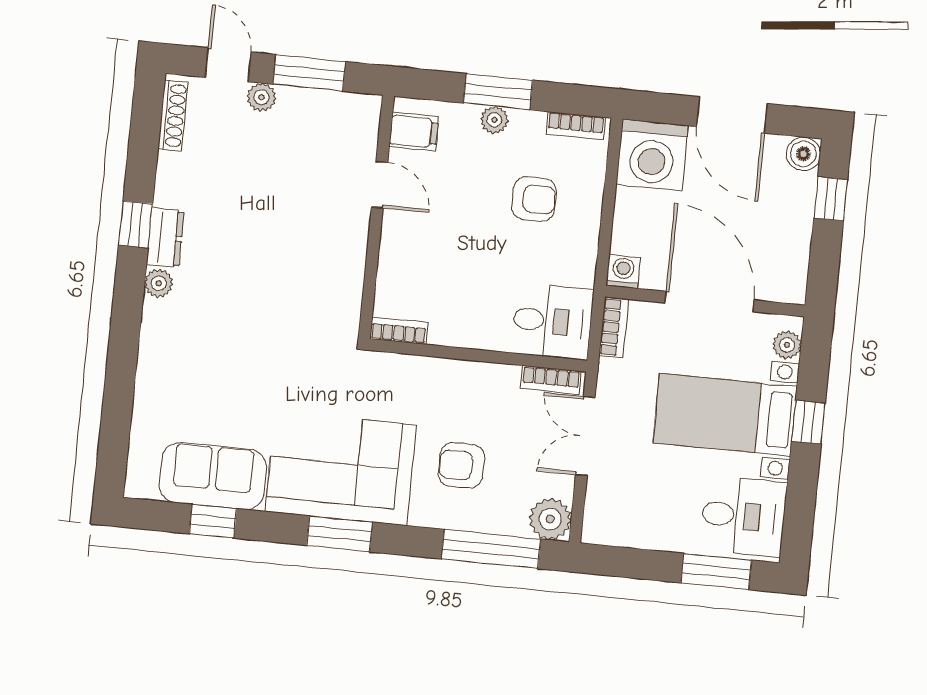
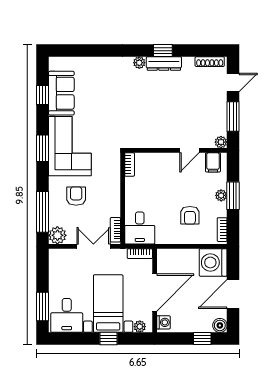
plant: (261, 97) -> (221, 142), moved
dresser: (165, 238) -> (164, 63), width x1.44
washing machine: (623, 271) -> (163, 322), moved

